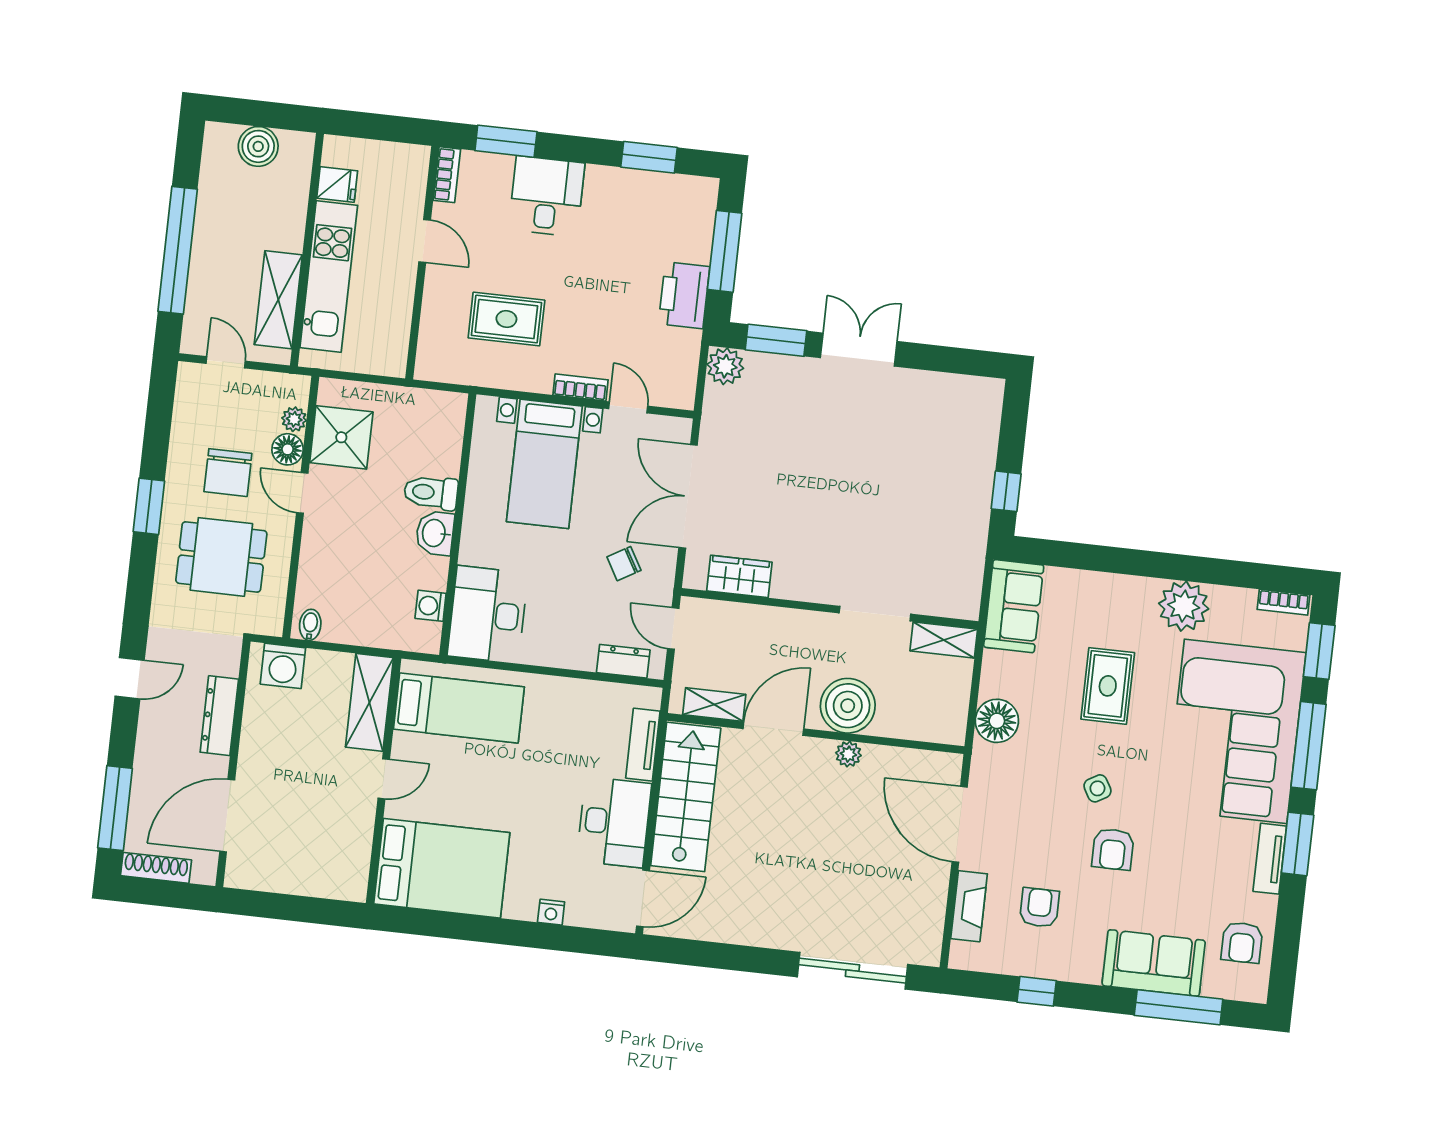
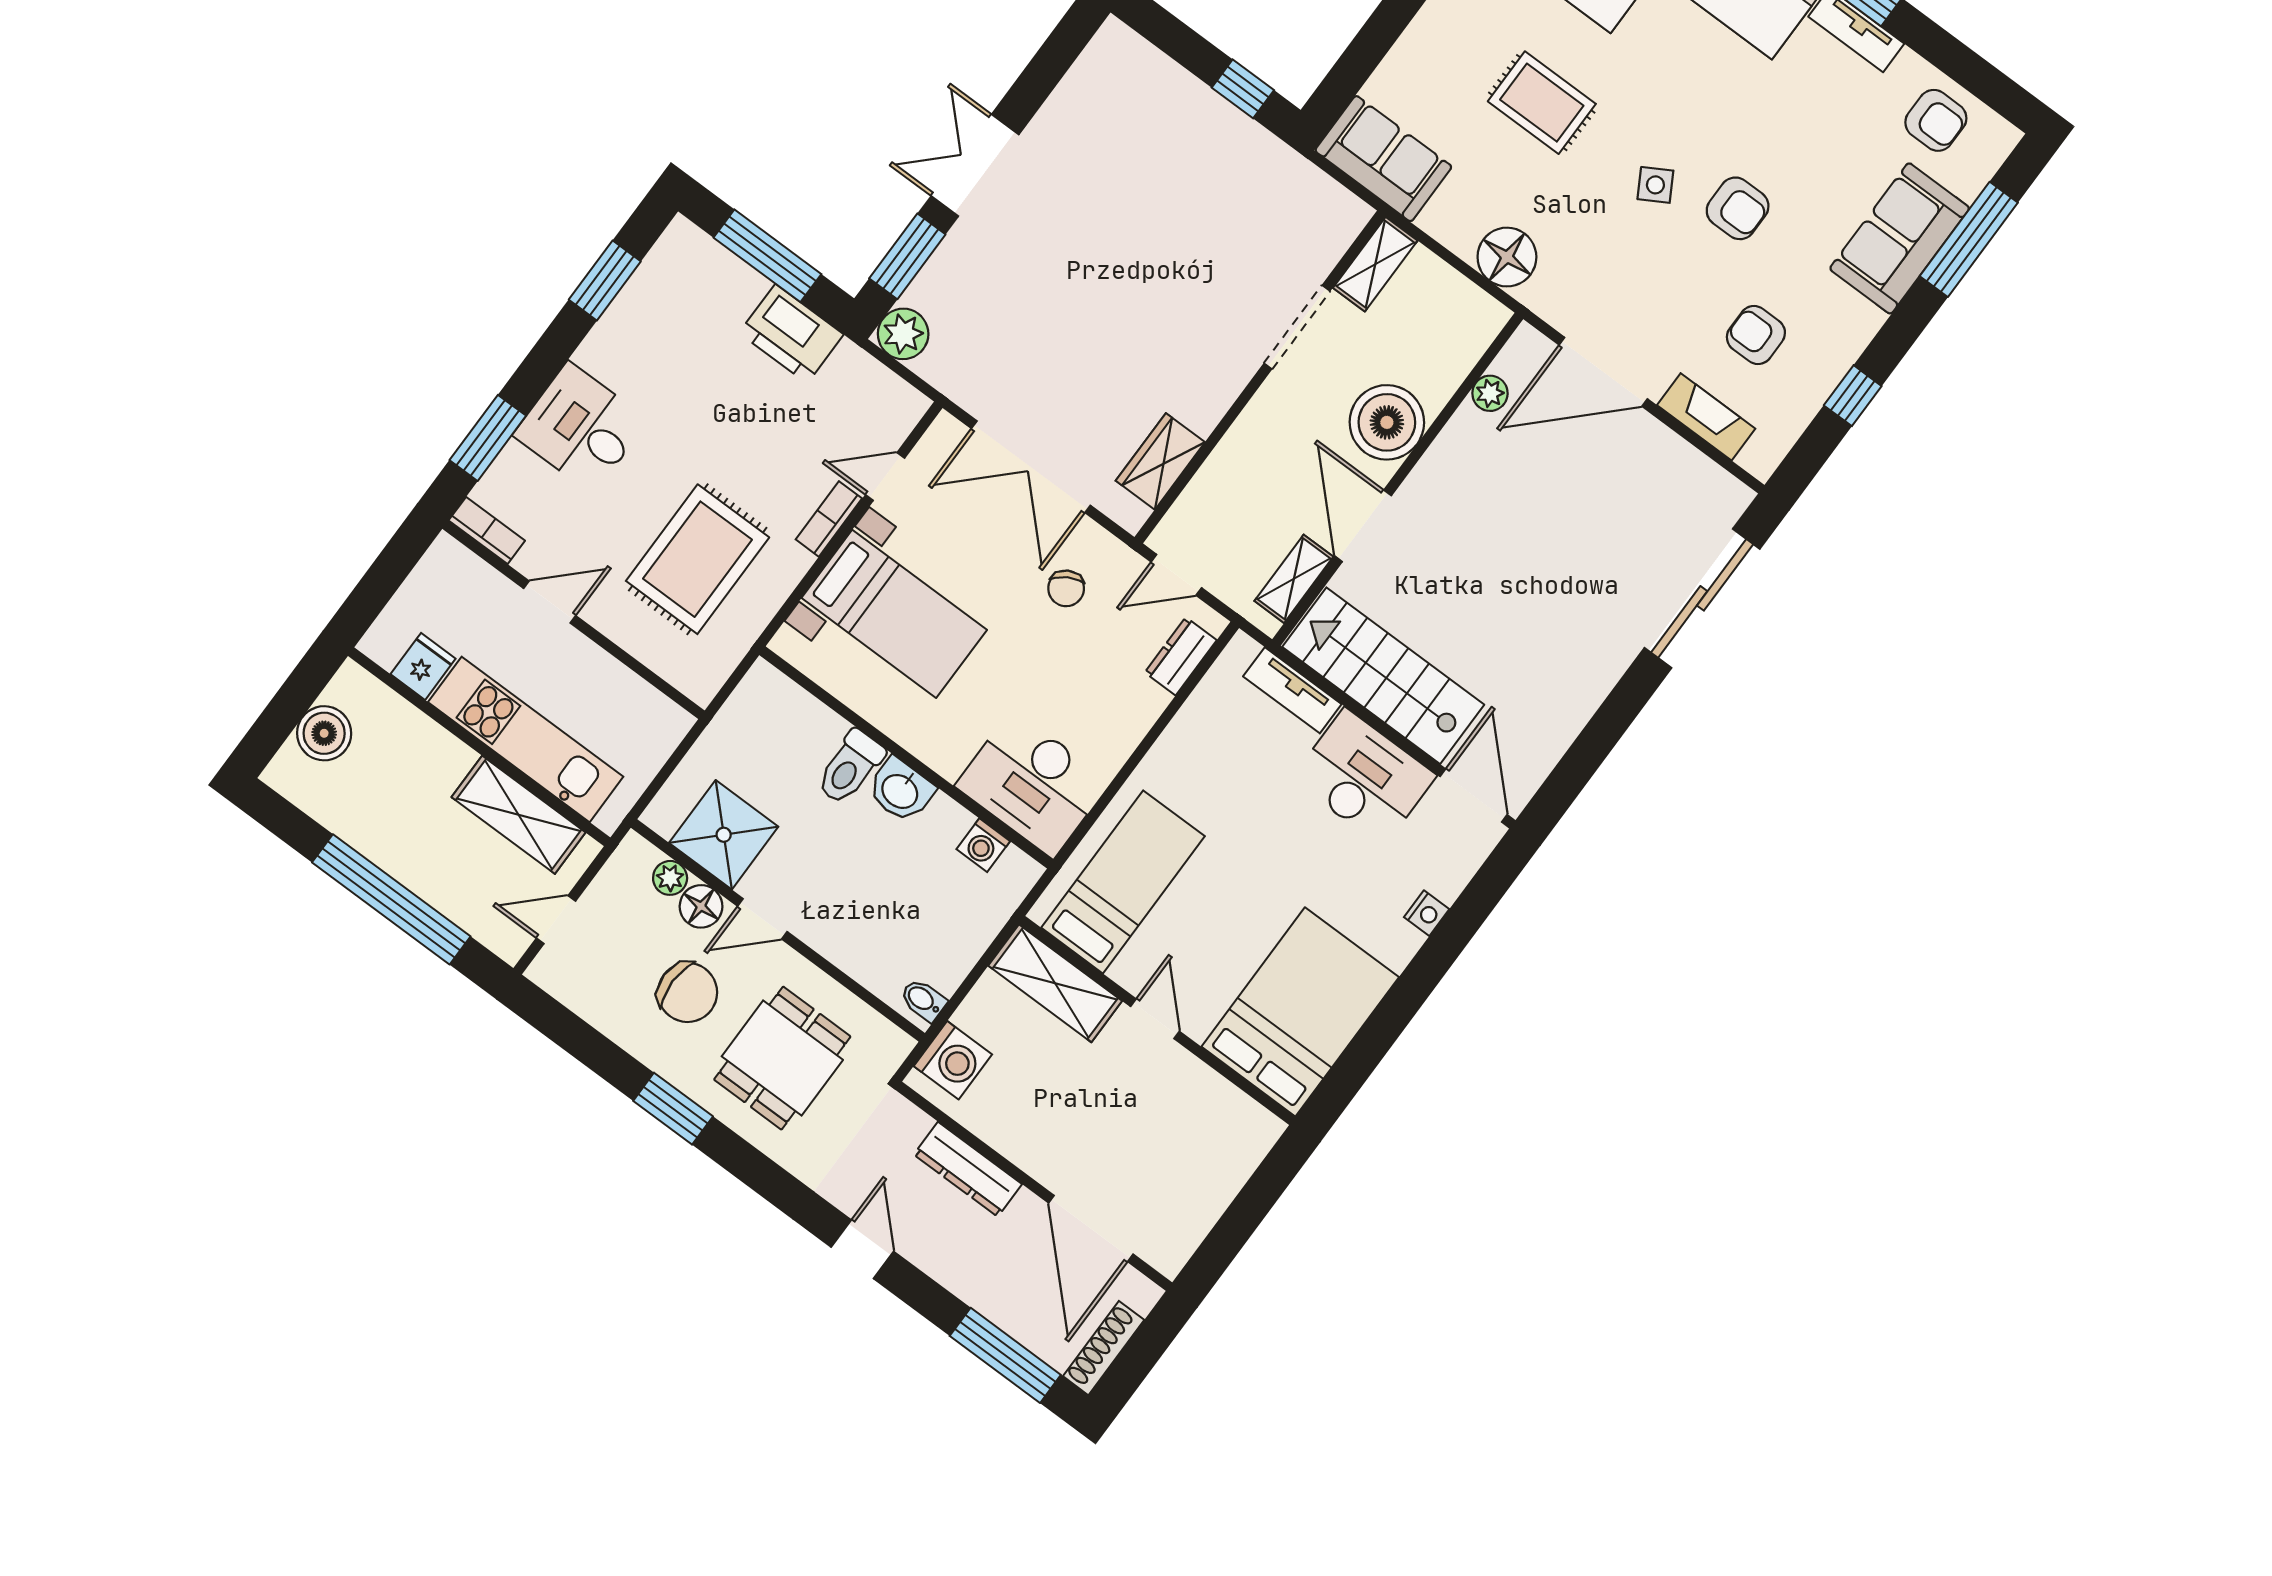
rug: (506, 319) -> (698, 559), width x1.36, depth x1.43
plant: (848, 754) -> (1490, 393), moved

